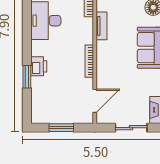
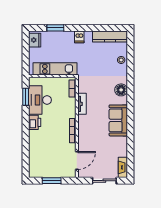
printer: (39, 66) -> (35, 122), moved
window: (27, 77) -> (26, 97), moved

